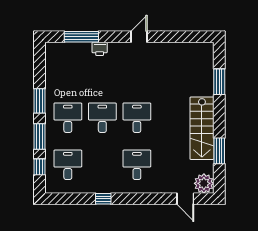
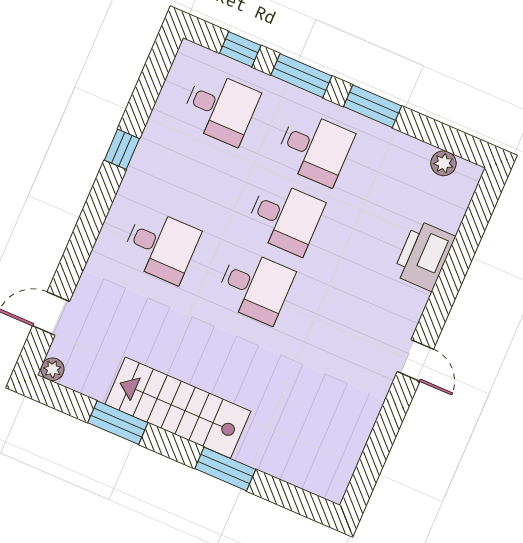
window: (81, 37) -> (465, 245), removed
printer: (100, 49) -> (424, 256), width x1.87, depth x1.48
plant: (51, 61) -> (443, 163), added
window: (219, 82) -> (225, 469), moved
plant: (204, 183) -> (52, 369), width x0.53, depth x0.53

